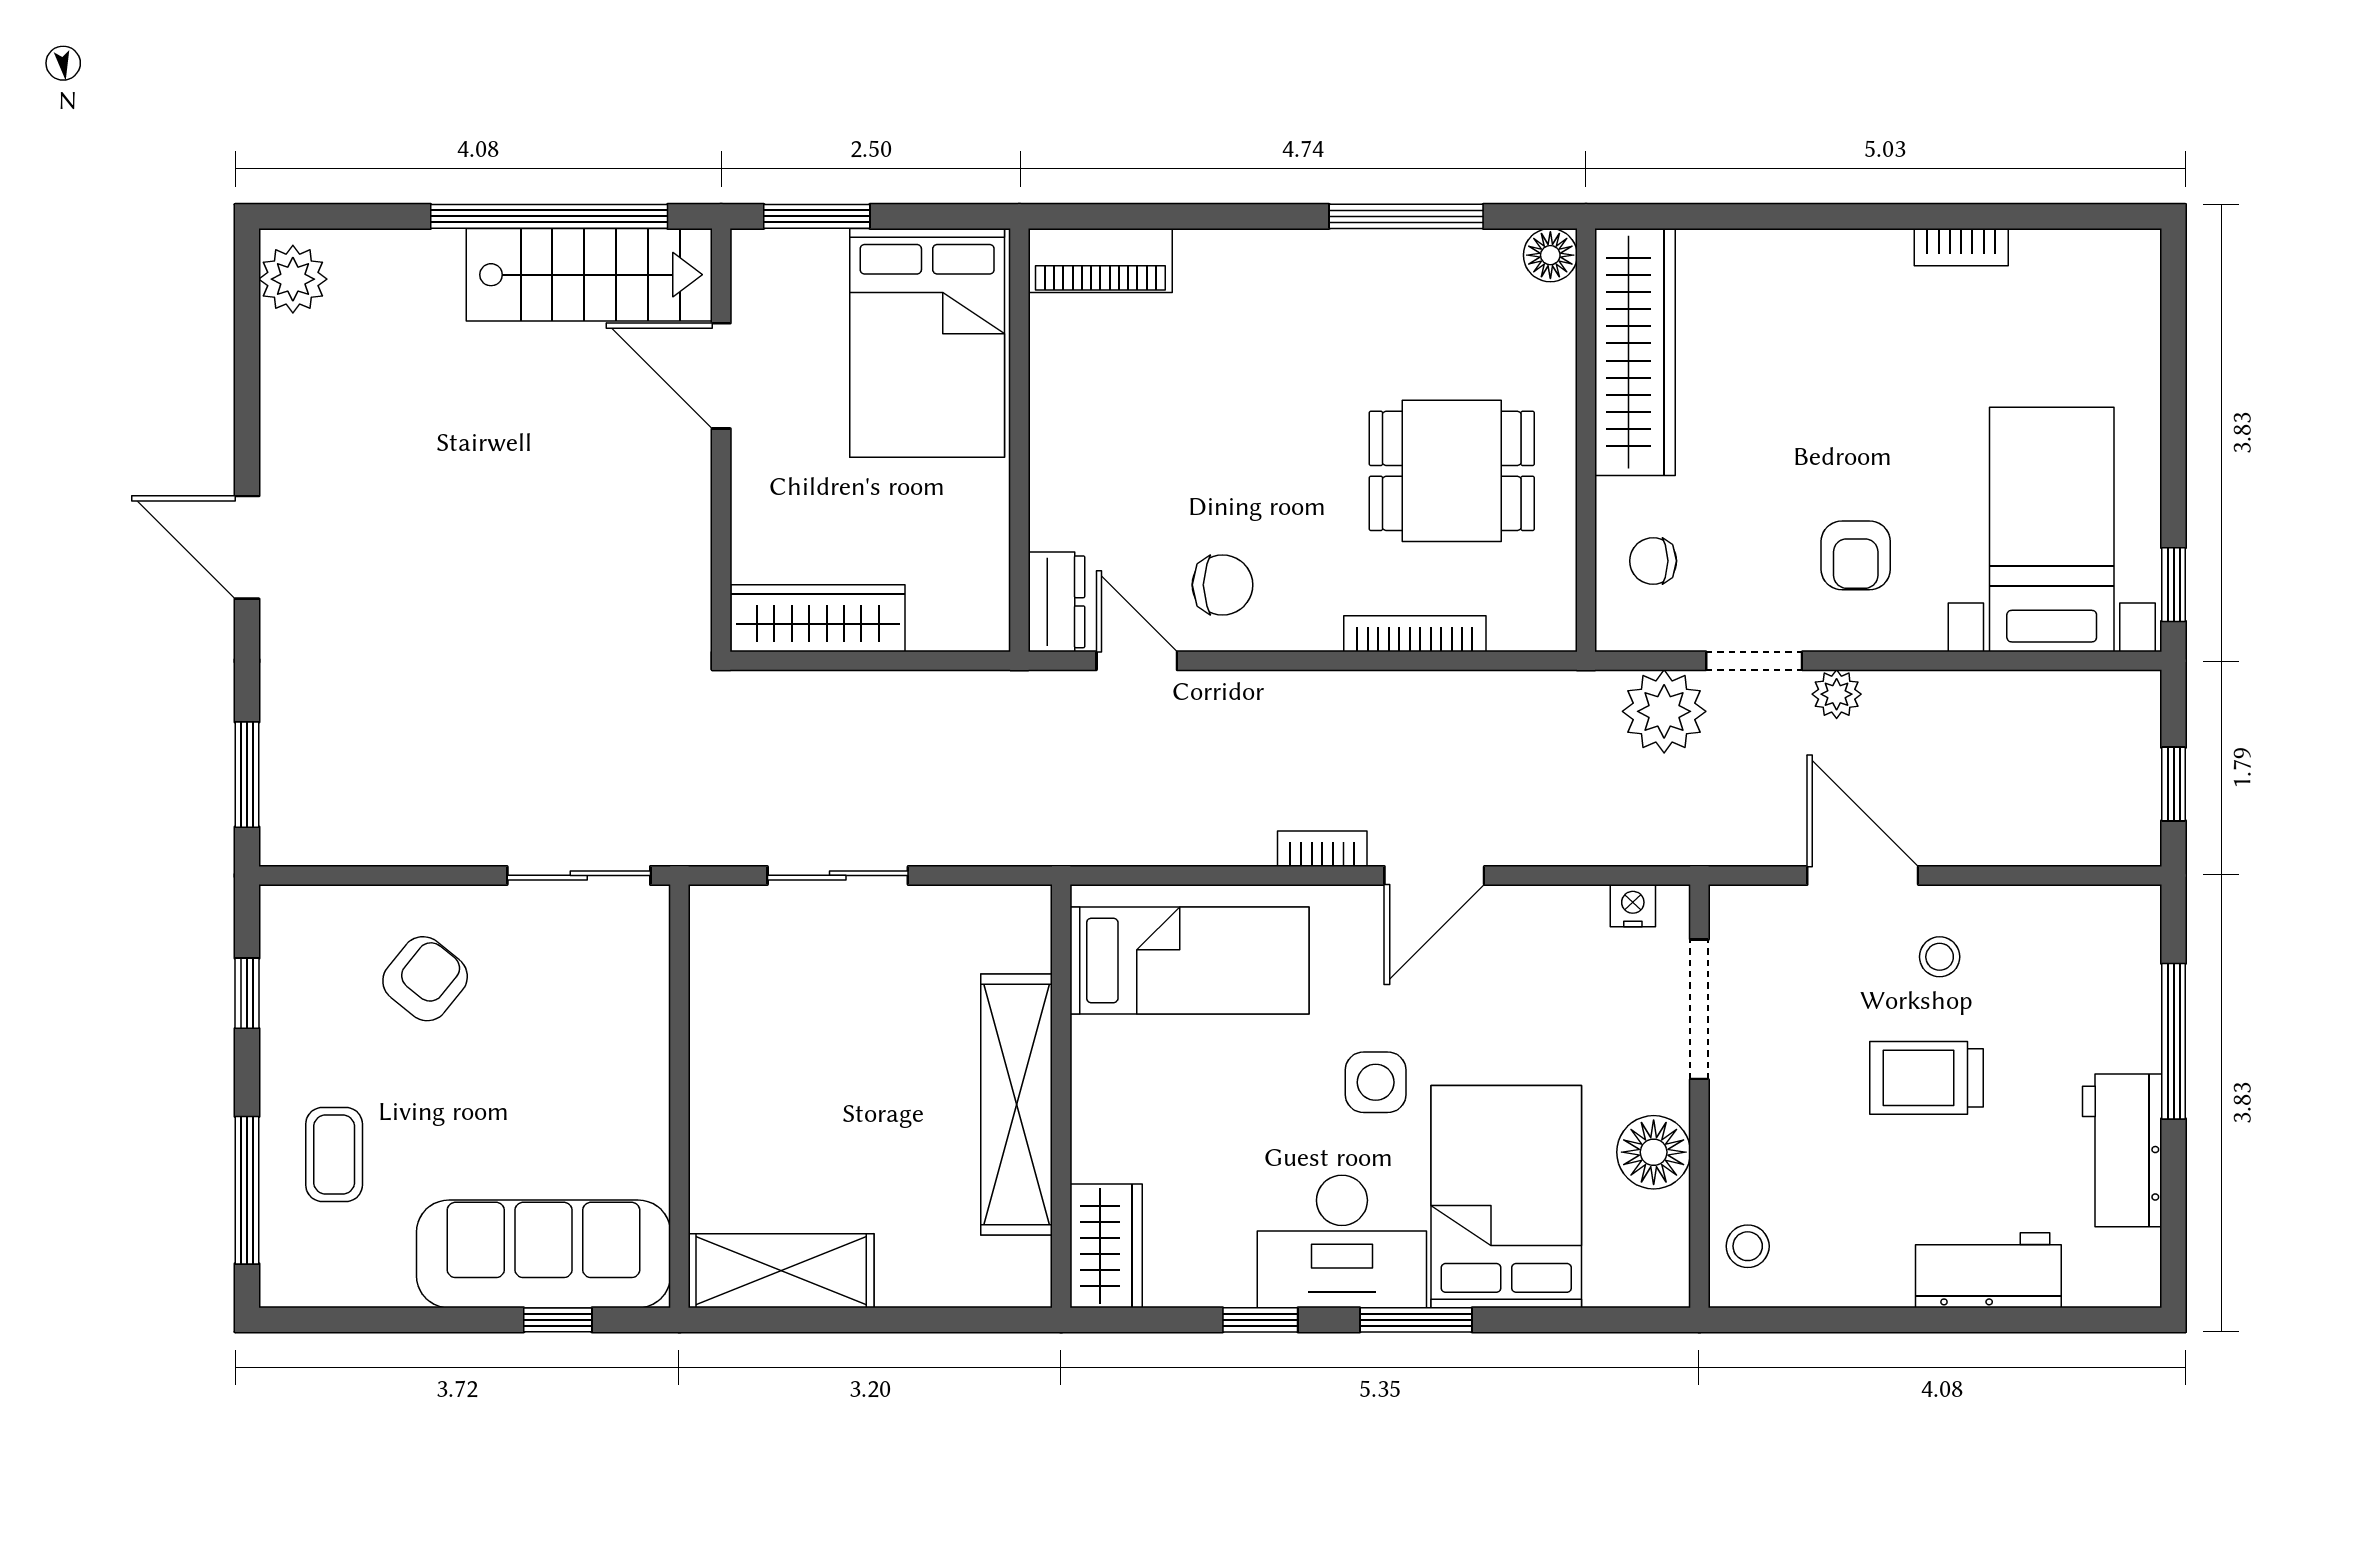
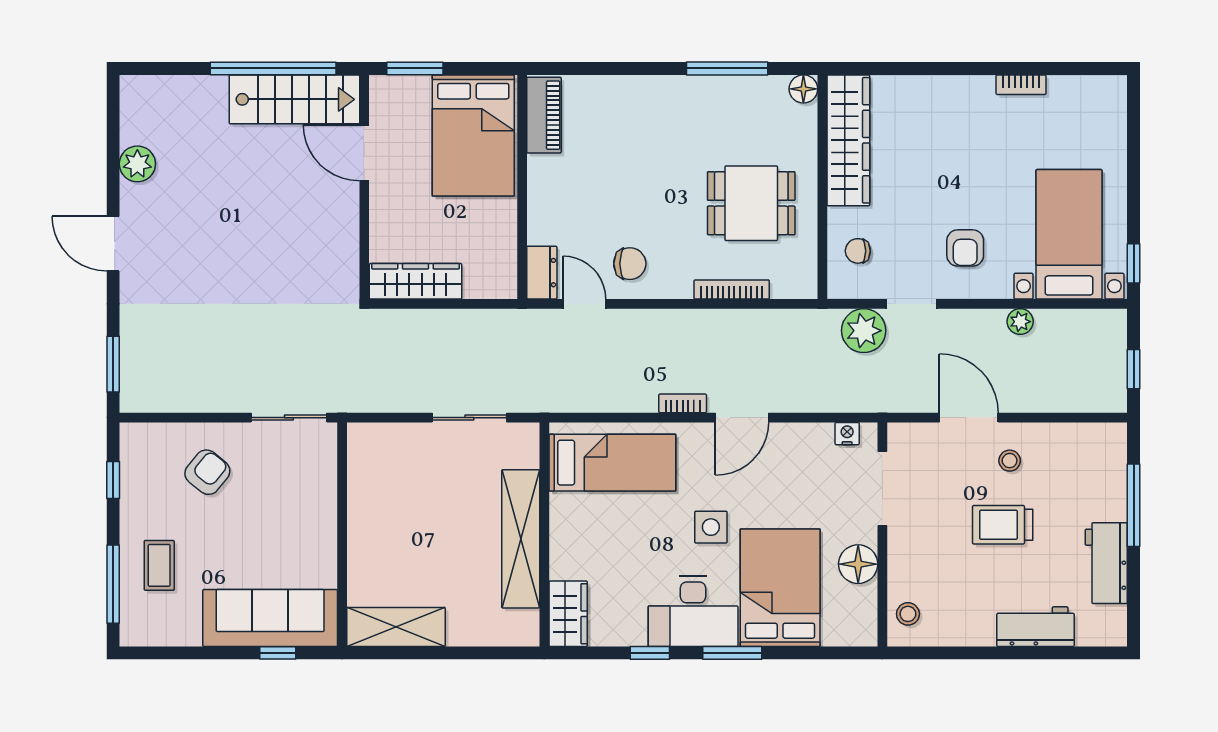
piano: (1100, 261) -> (544, 115), moved, turned -90
plant: (293, 279) -> (137, 164), moved
plant: (1837, 694) -> (1020, 322), moved
sliding door: (838, 875) -> (469, 418), moved

